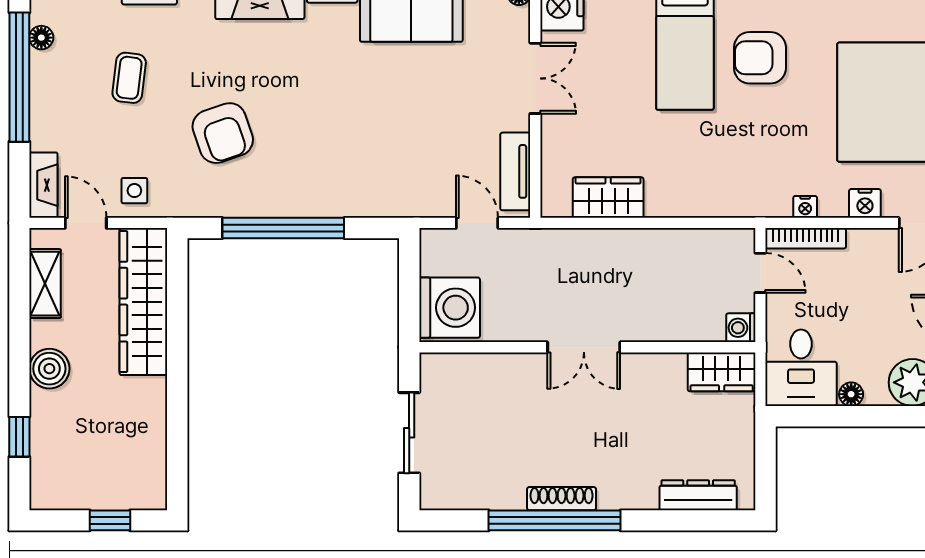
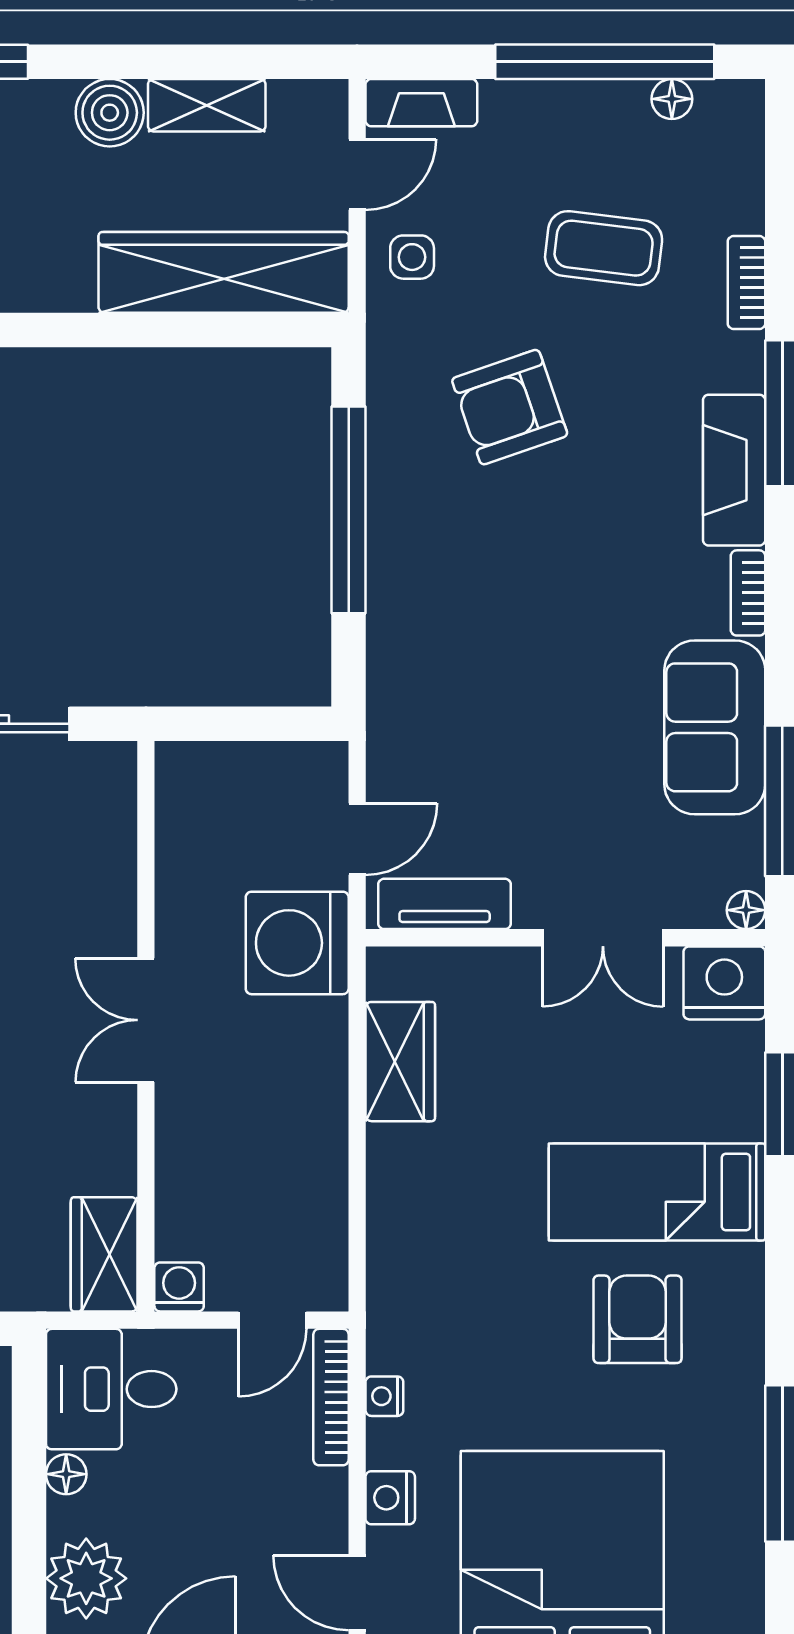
coffee table: (129, 78) -> (604, 248), width x1.36, depth x1.30
shelving: (45, 284) -> (207, 105), moved
washing machine: (450, 308) -> (297, 943), moved, turned 90

